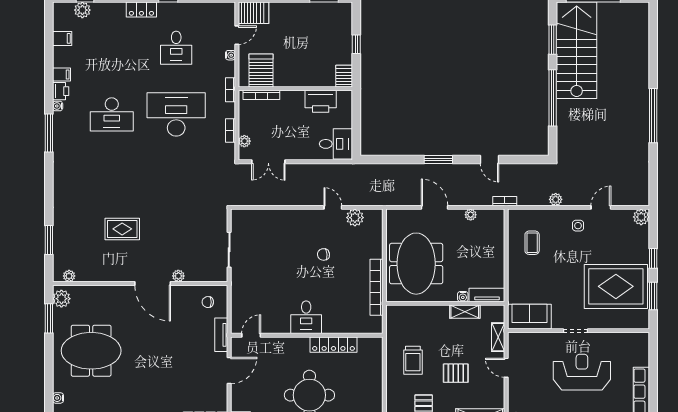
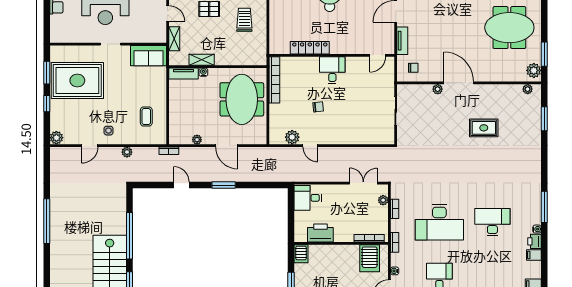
desk: (306, 317) -> (332, 70), moved
door: (251, 335) -> (378, 55), moved
wall: (307, 335) -> (332, 55), moved
locker: (333, 345) -> (310, 48), moved

